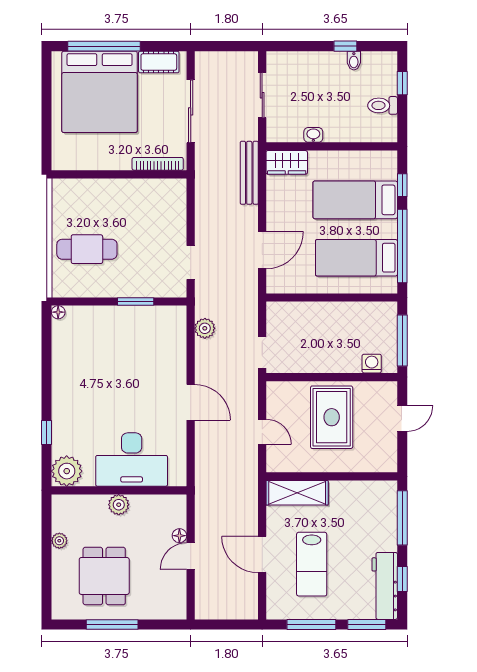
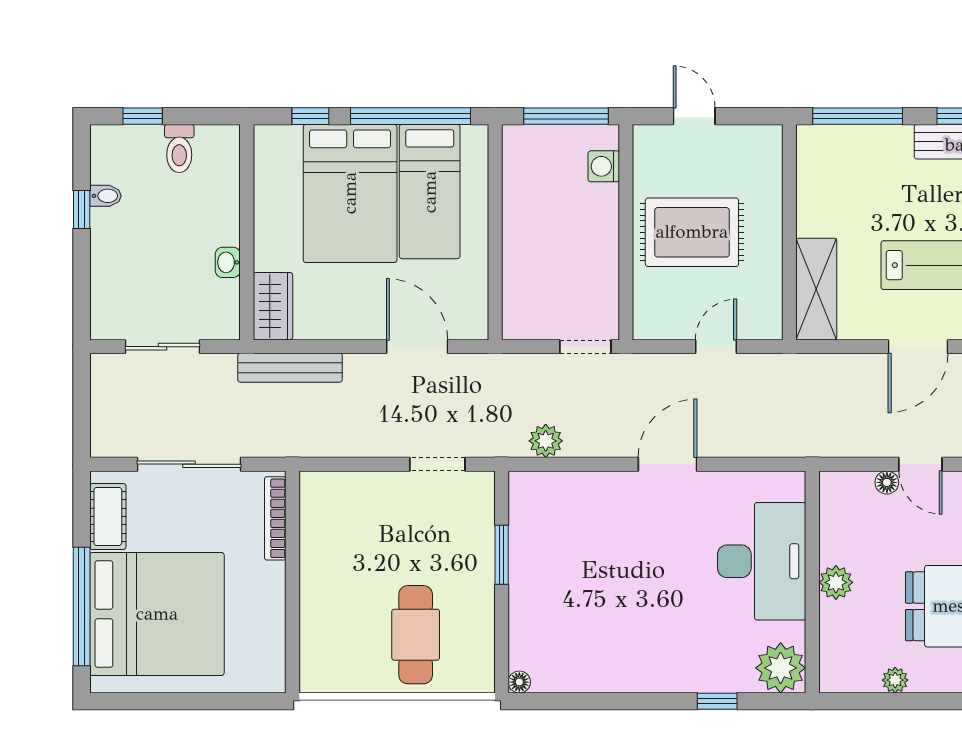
bed: (355, 200) -> (350, 193), width x1.50

